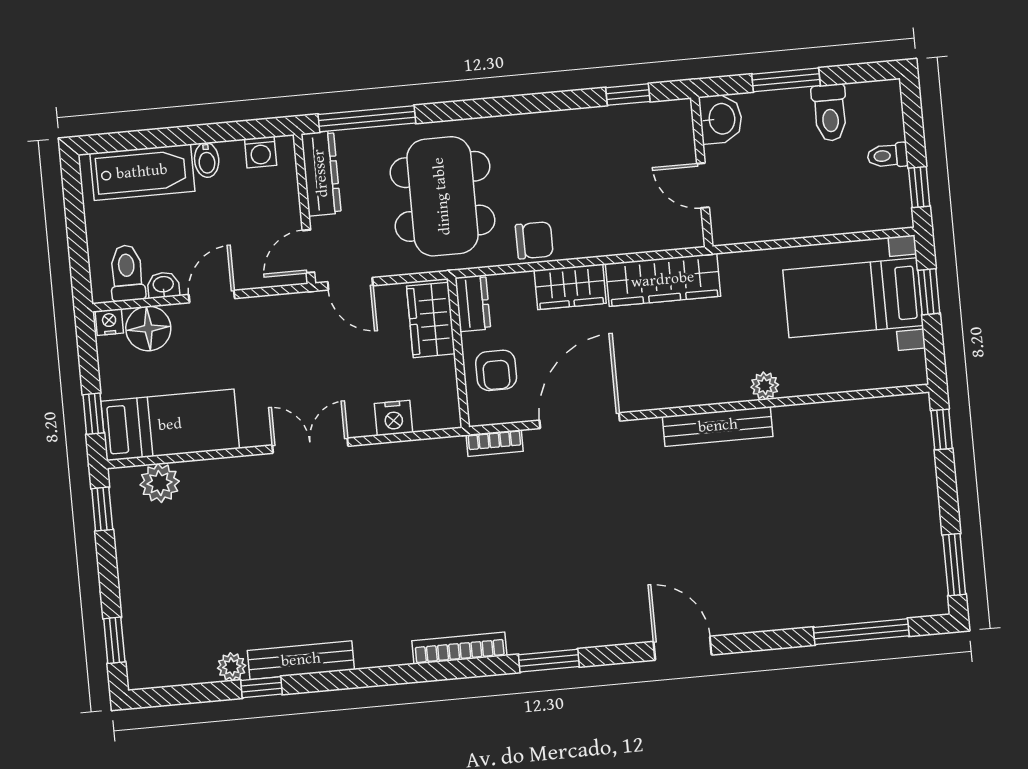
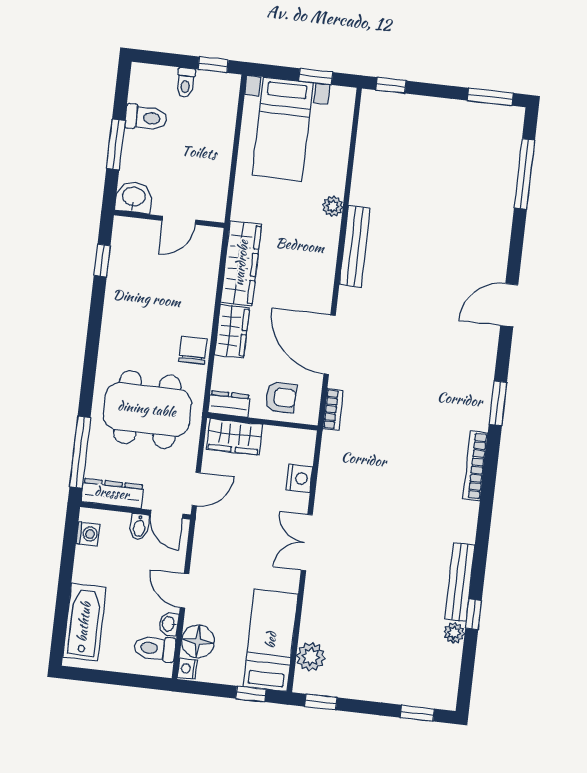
bidet: (207, 160) -> (139, 527), moved, turned 90
window: (929, 292) -> (316, 77), moved

